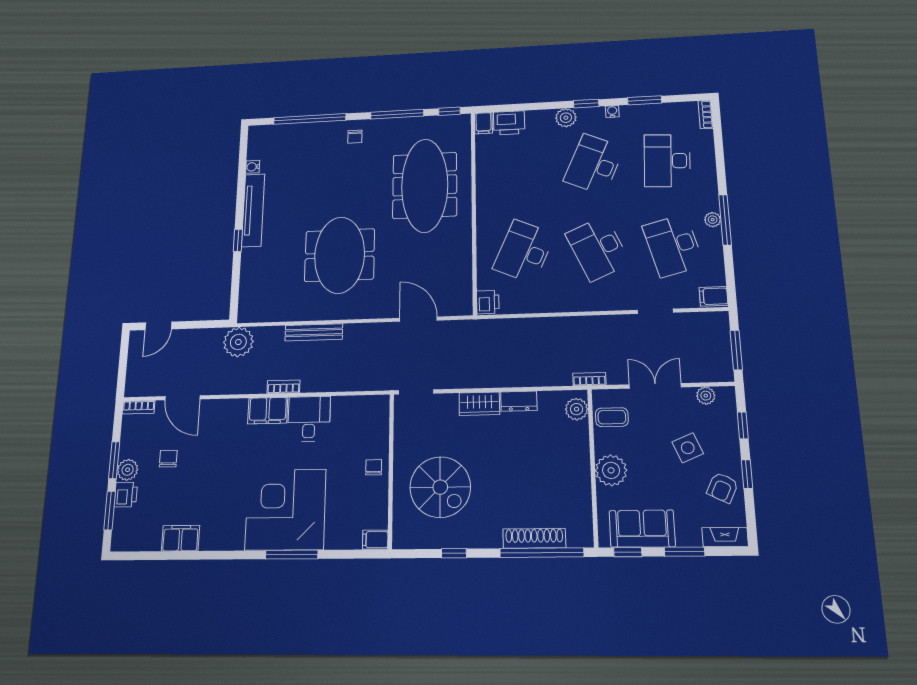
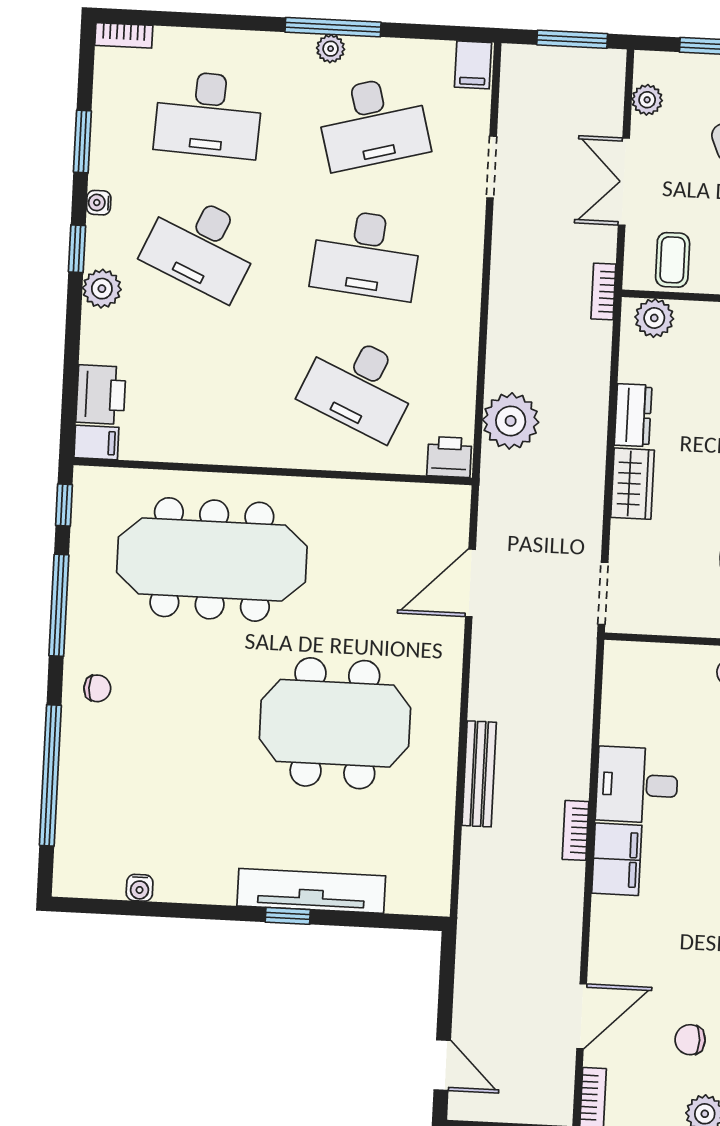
tv unit: (253, 210) -> (311, 891), moved
desk: (598, 248) -> (366, 254), turned 30
plant: (238, 342) -> (511, 421), moved

